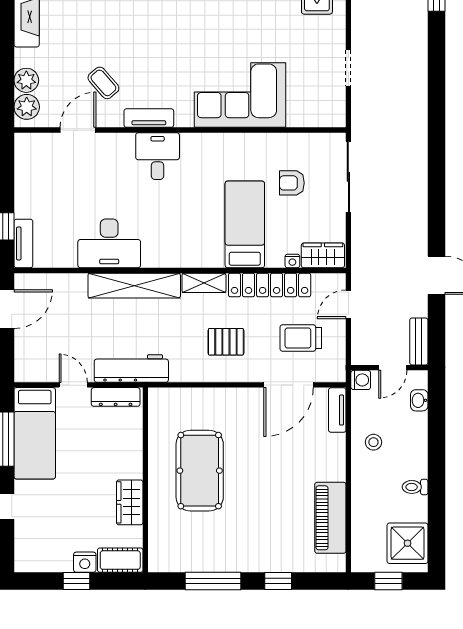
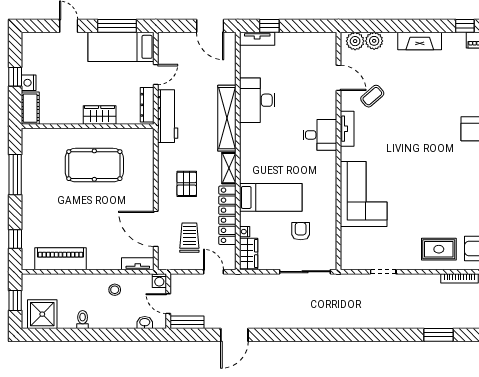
wardrobe: (130, 502) -> (100, 115), moved
window: (278, 581) -> (15, 239), moved

